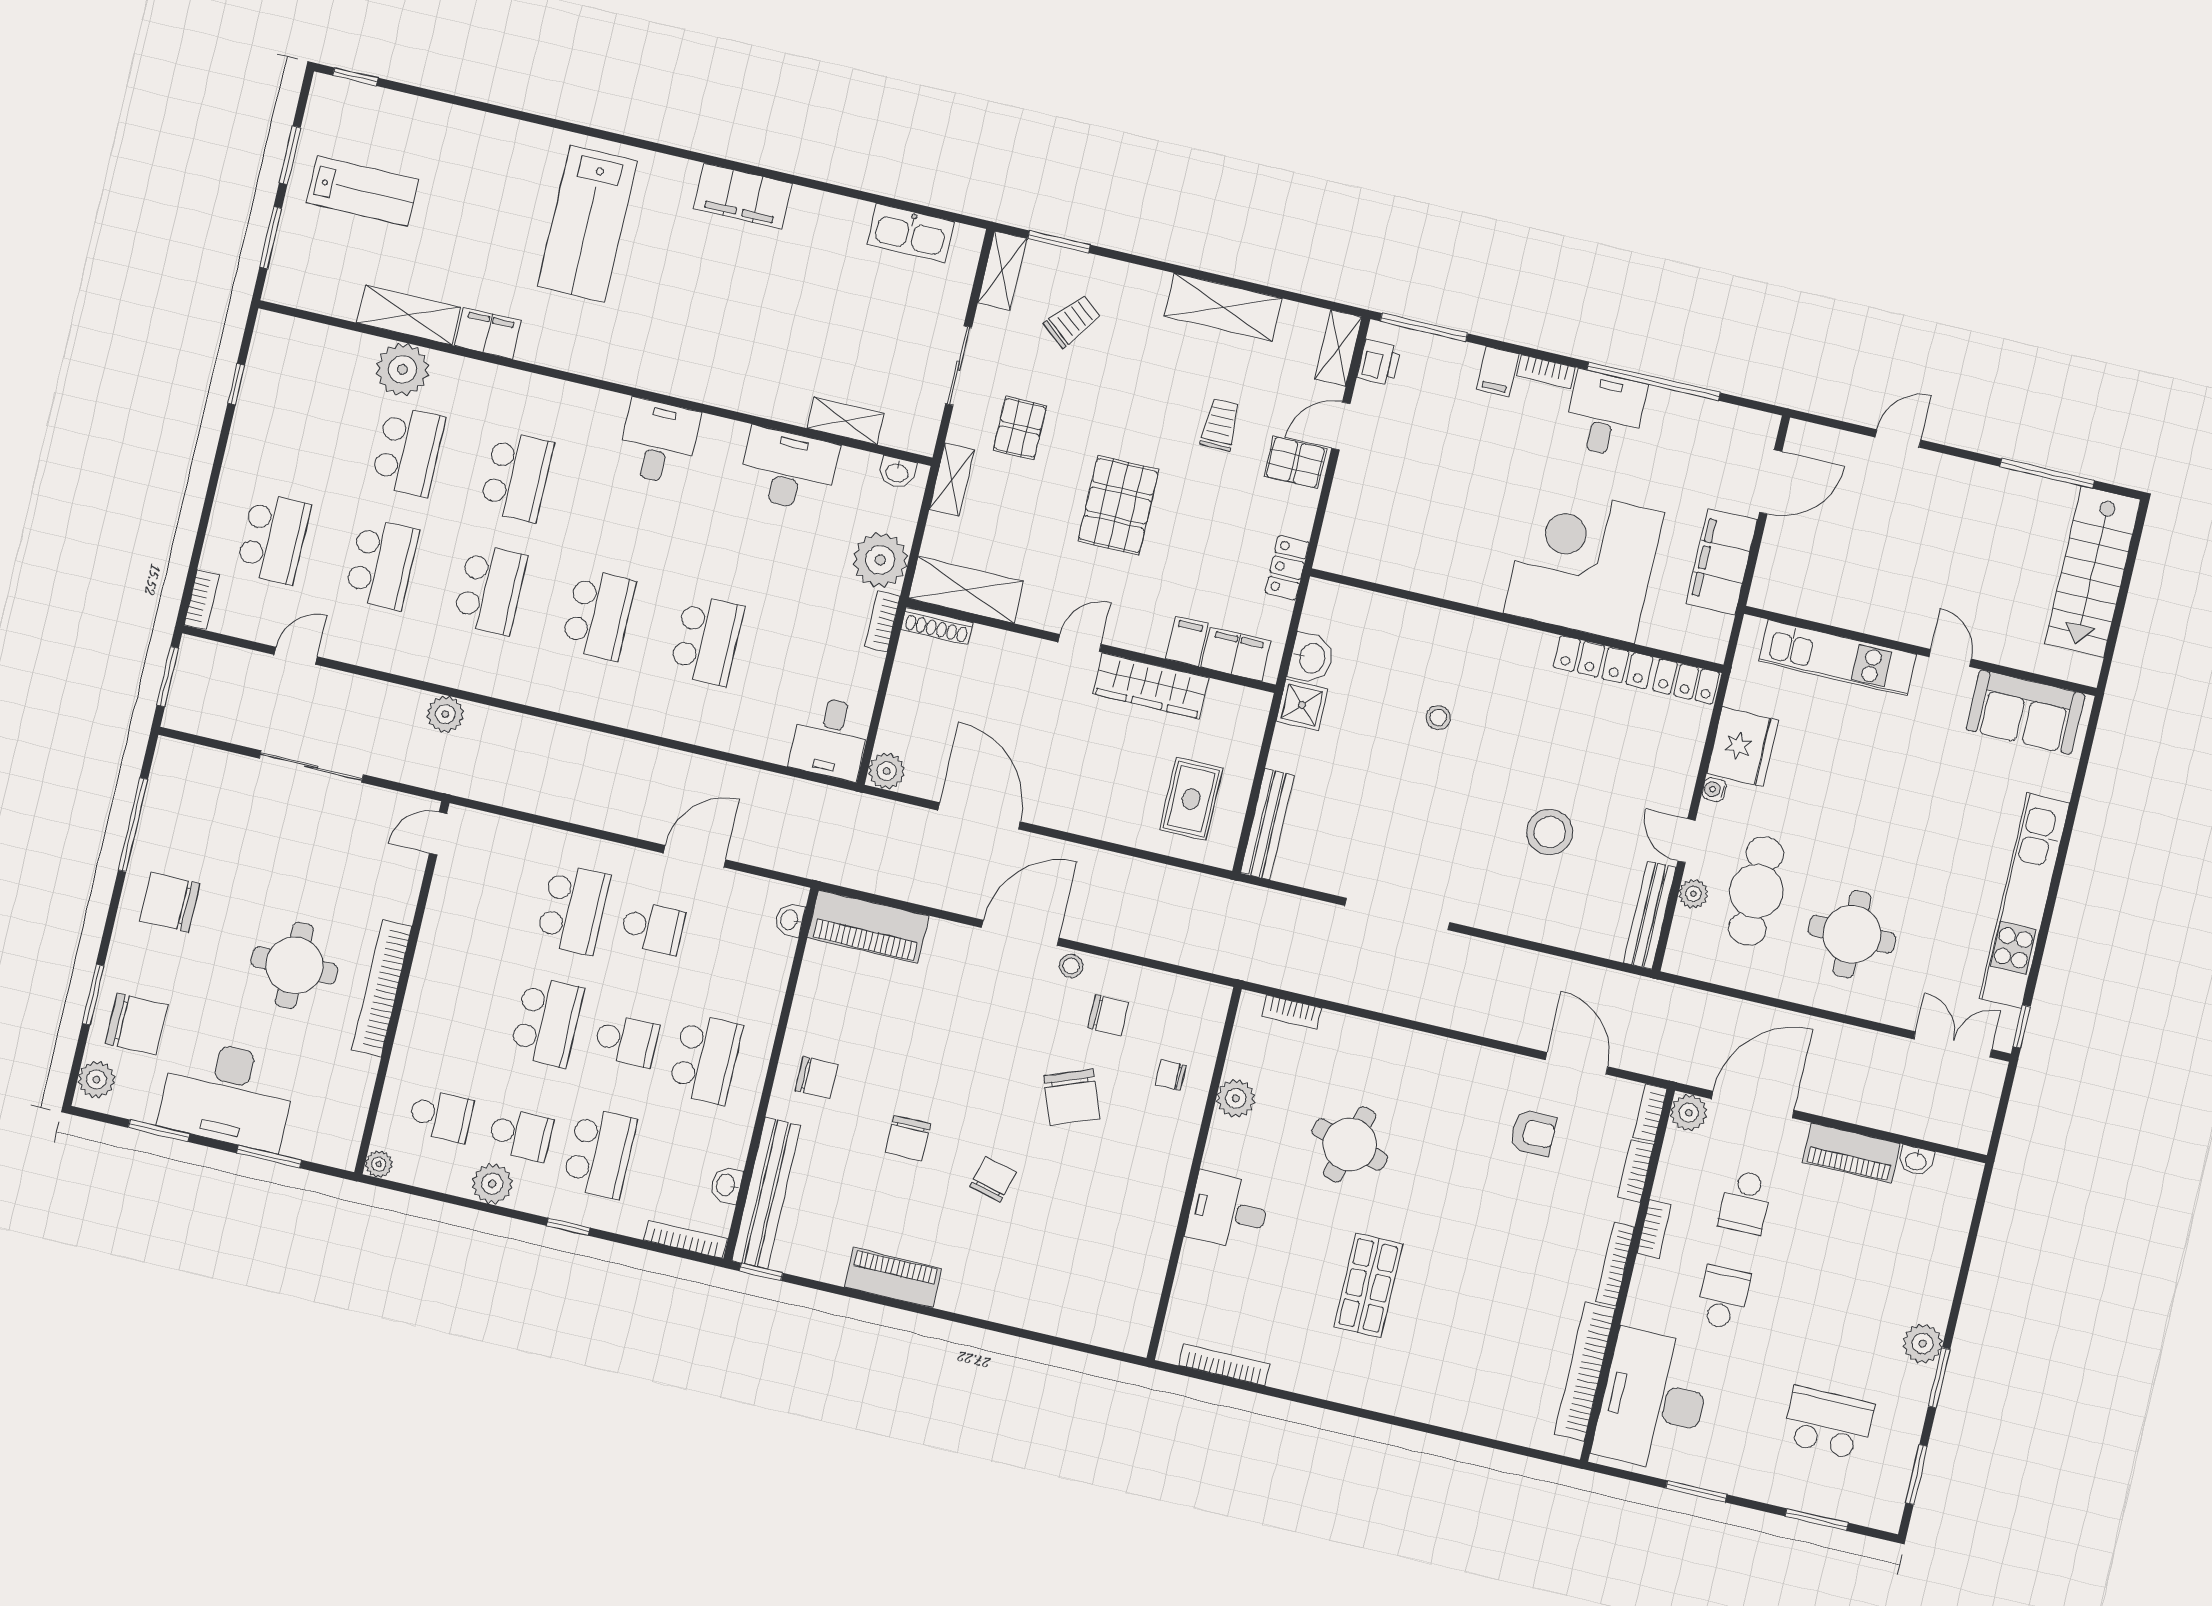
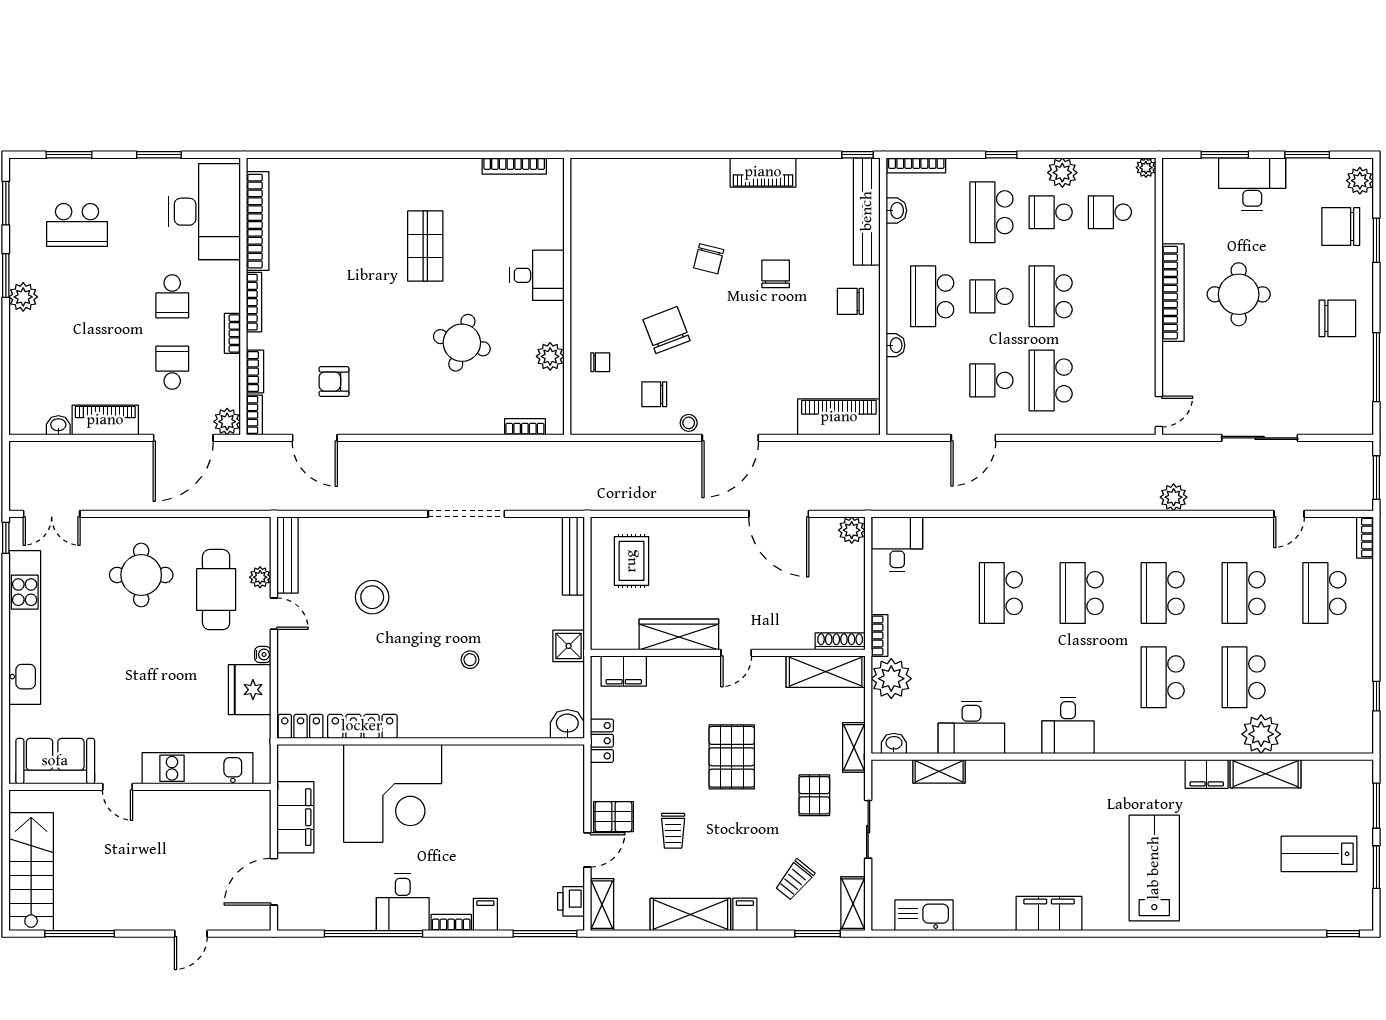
filing cabinet: (1187, 641) -> (745, 914), moved, turned 180
washbasin: (1311, 658) -> (567, 724), moved, turned 90
washbasin: (790, 920) -> (896, 345), moved
desk: (228, 1094) -> (1252, 184), width x0.73, depth x0.77

